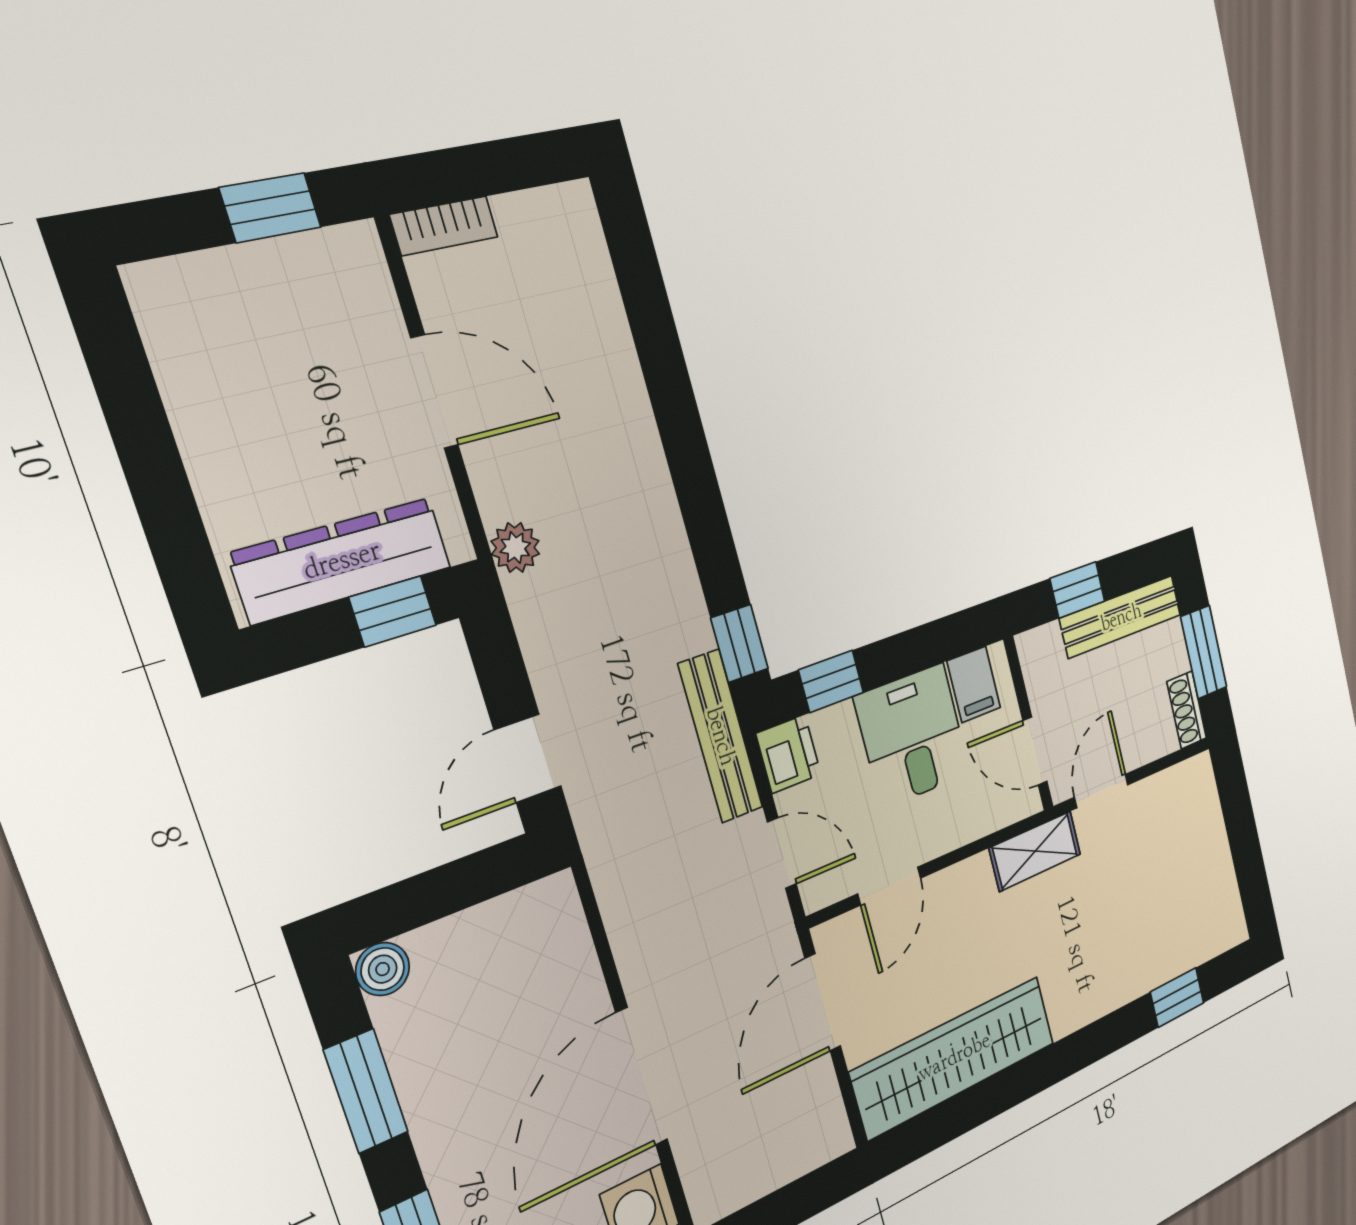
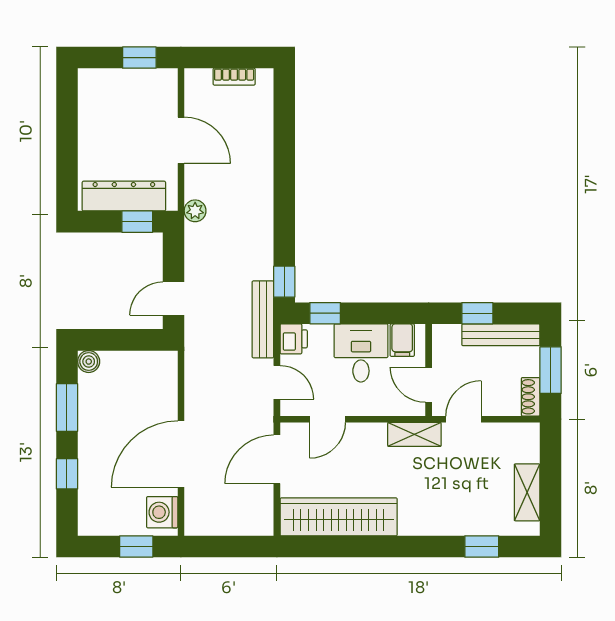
bookcase: (444, 226) -> (234, 77), moved
shelving: (1218, 876) -> (527, 492), added

